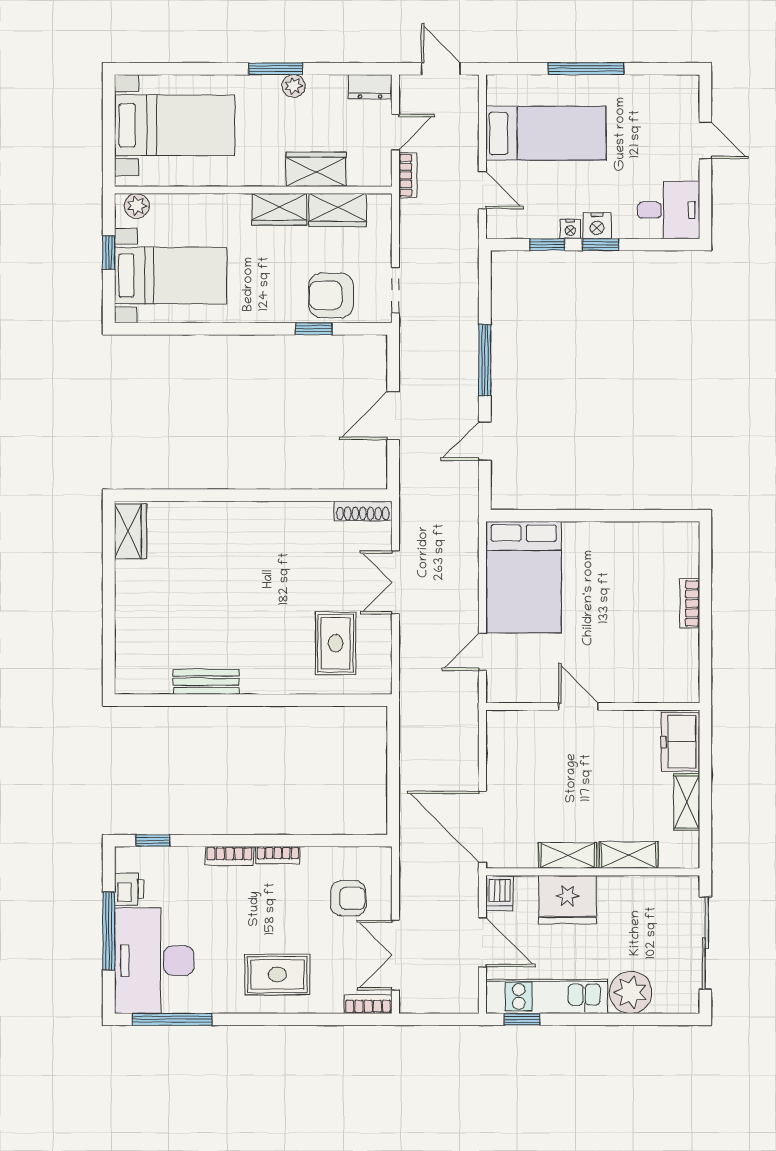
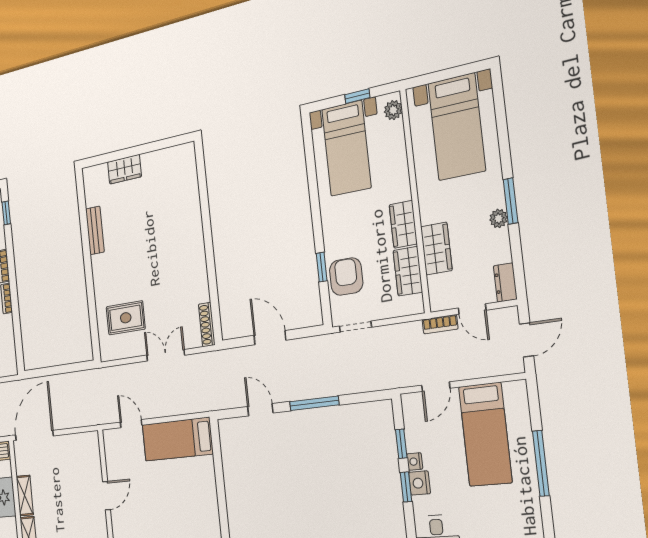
wardrobe: (130, 531) -> (124, 169), moved
bed: (524, 577) -> (177, 439), width x0.67

